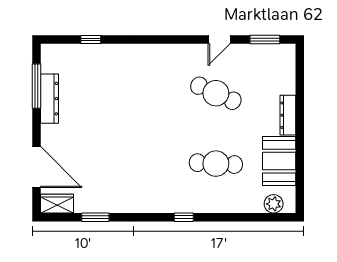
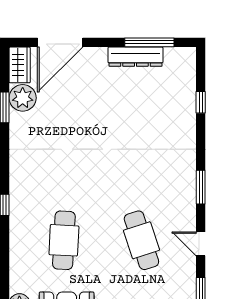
window: (168, 40) -> (201, 187), added
cafe table: (216, 93) -> (141, 240), turned -42
plant: (87, 201) -> (23, 98), added

